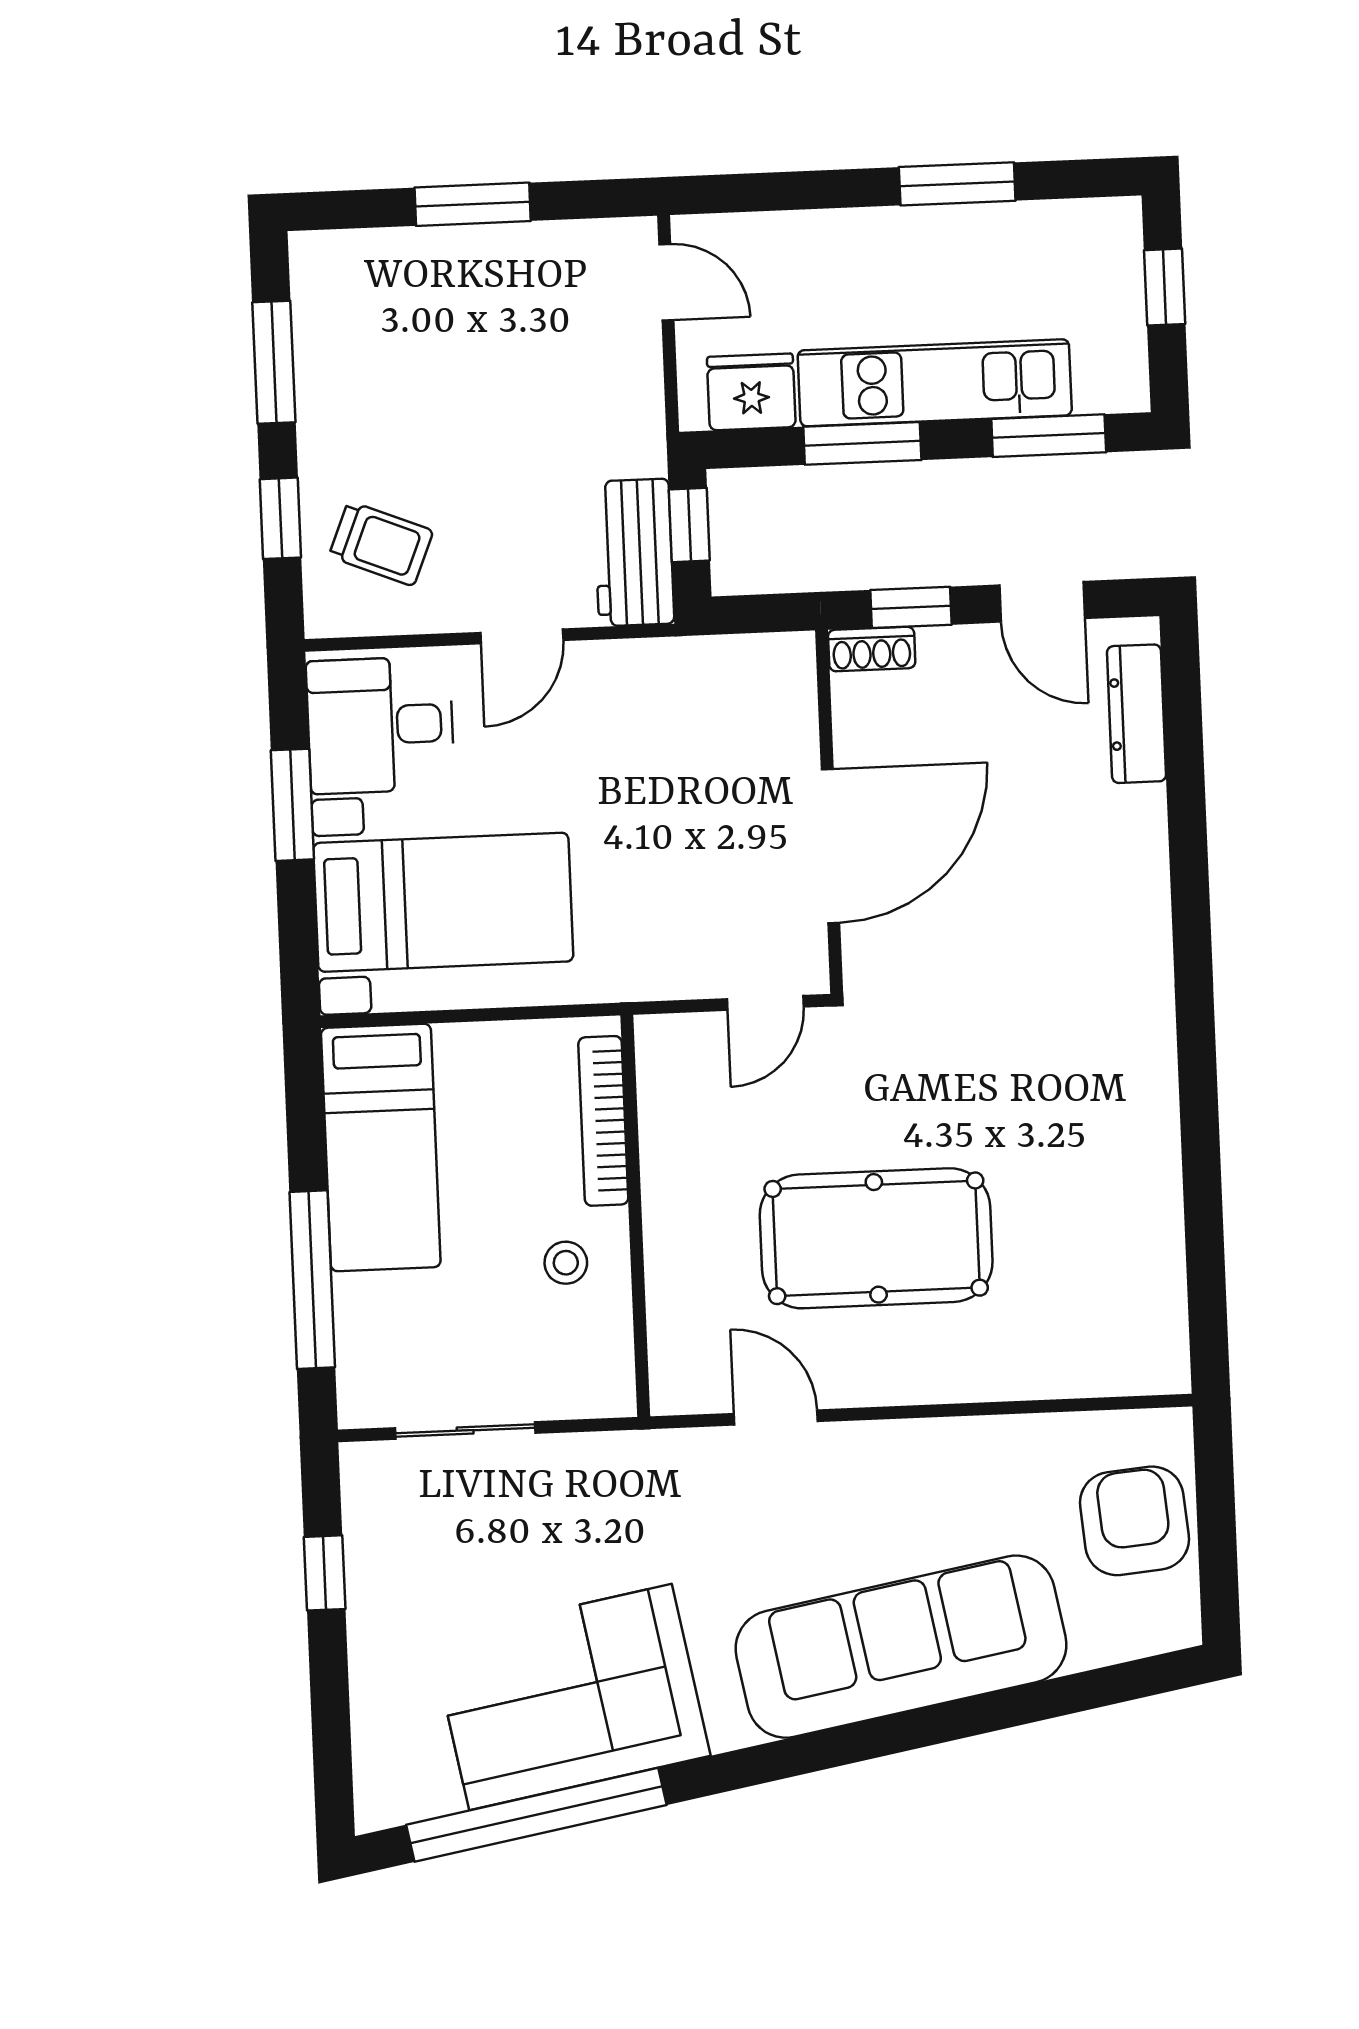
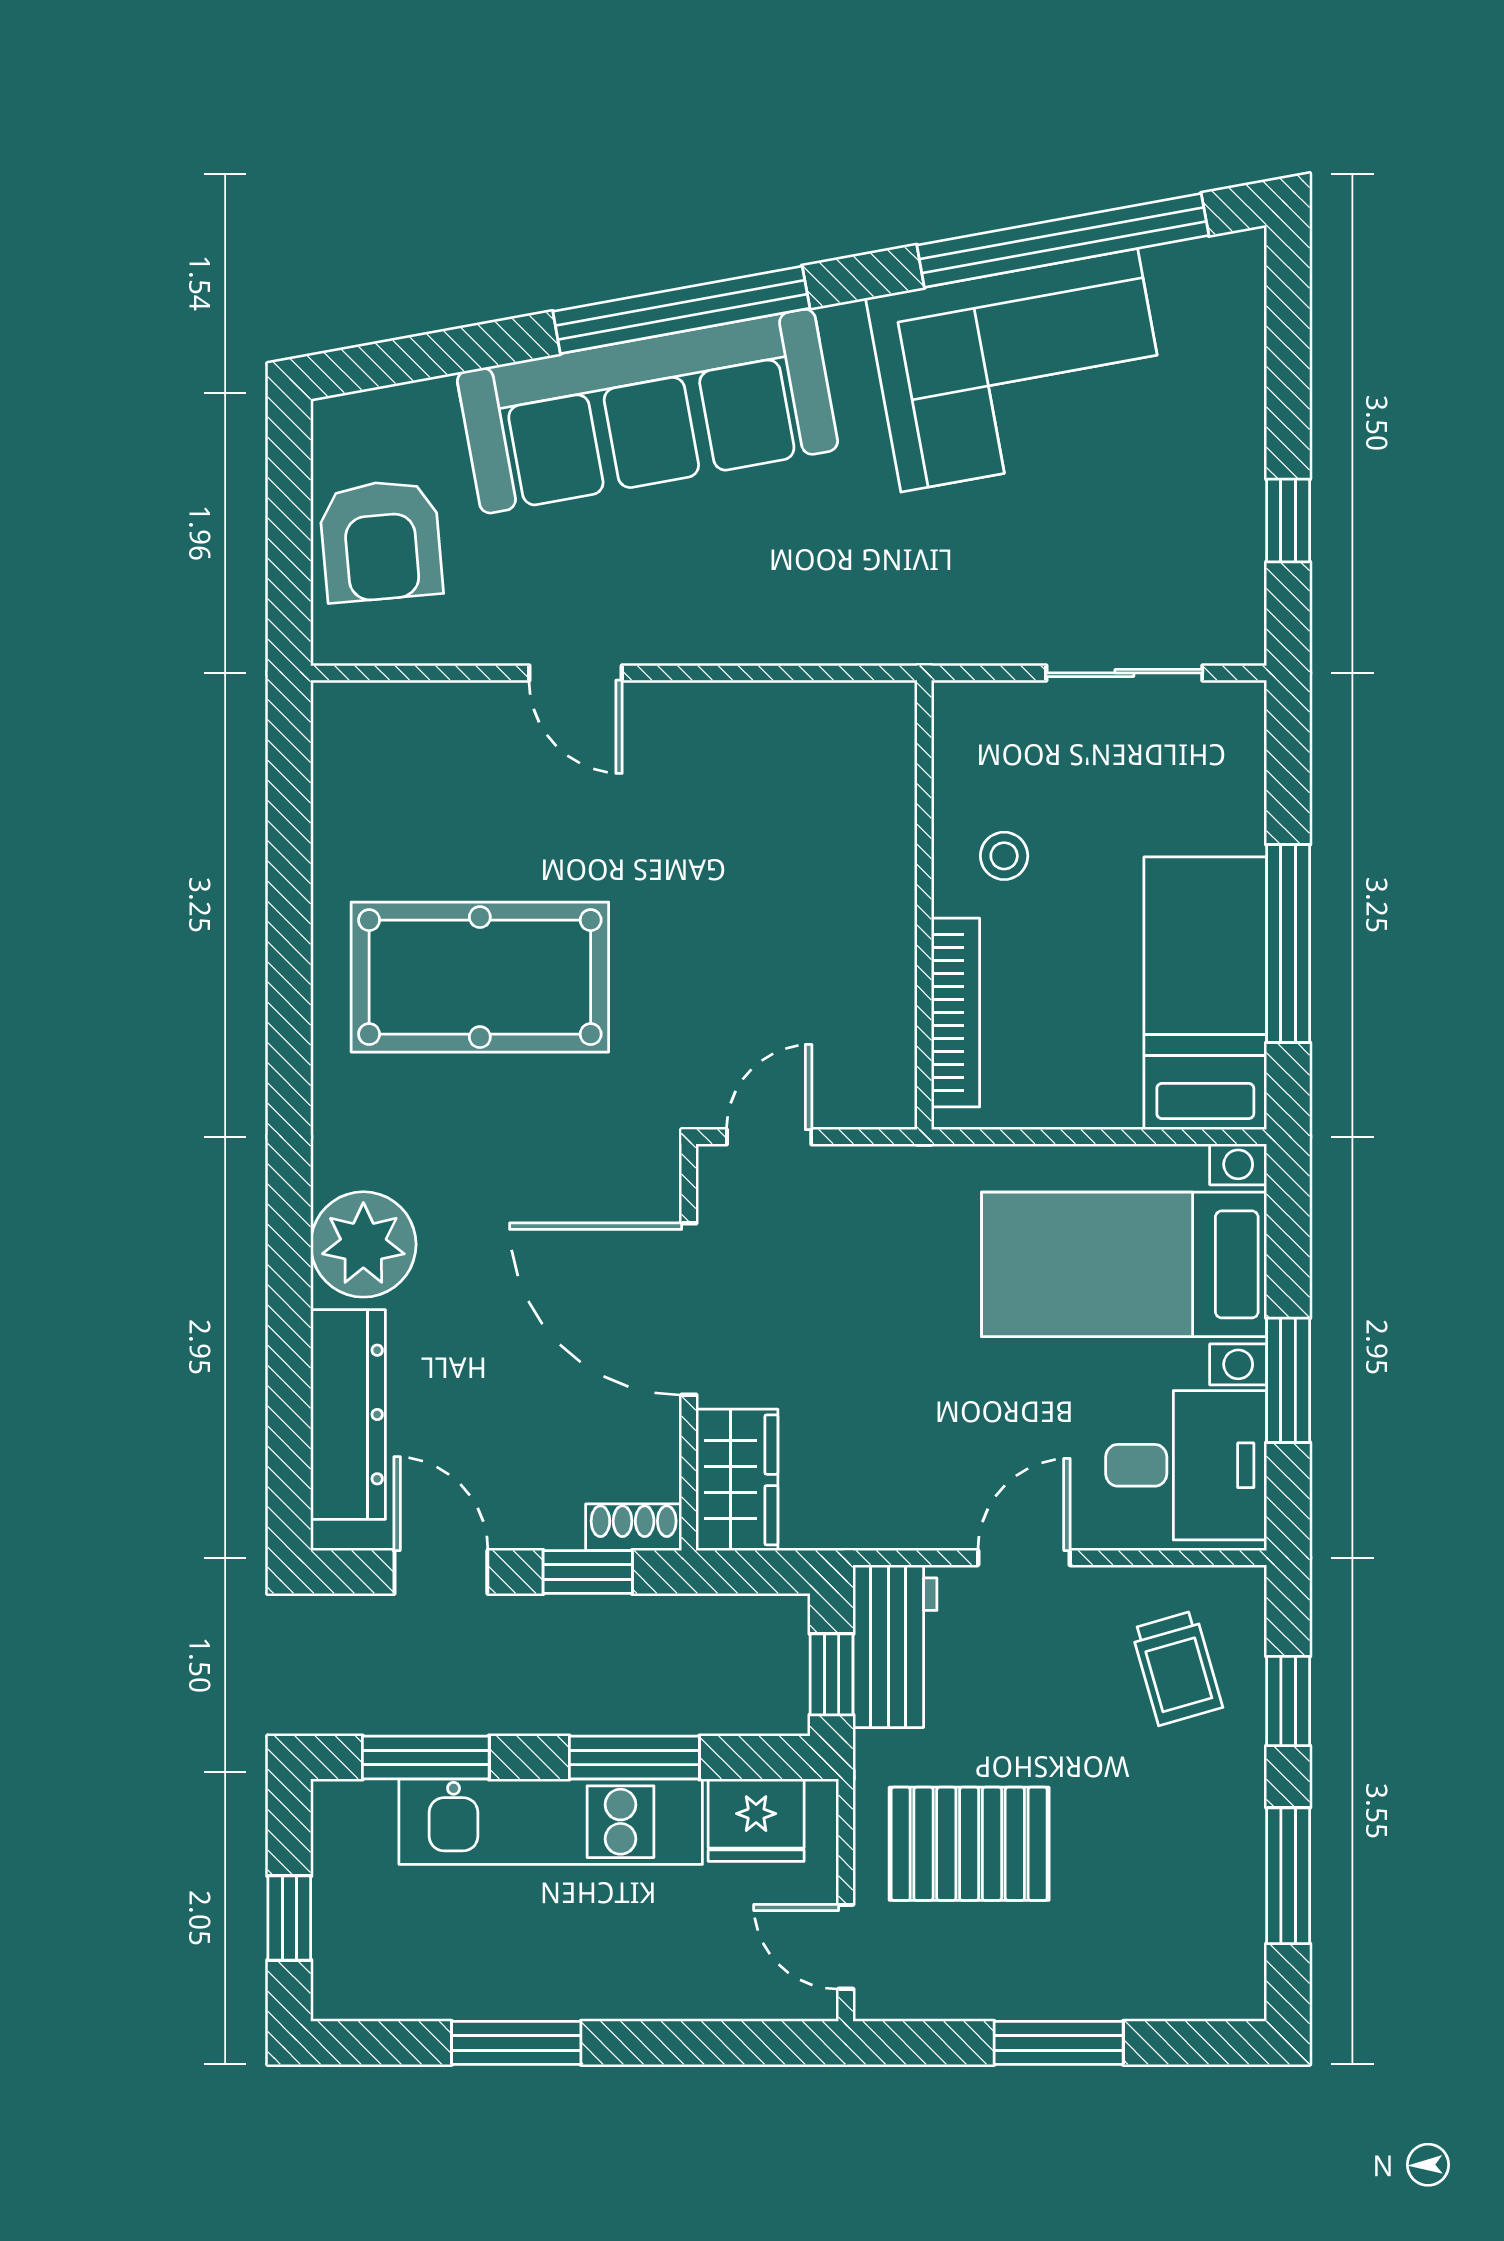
pallet: (560, 379) -> (969, 1844), added
trolley: (381, 544) -> (1177, 1668), turned -128
wardrobe: (781, 695) -> (737, 1480), added
dresser: (1136, 714) -> (348, 1414), width x1.37, depth x1.24
door: (831, 846) -> (689, 1309), hinge flipped
plant: (1124, 892) -> (363, 1244), added
pool table: (876, 1238) -> (480, 977), moved
window: (312, 1280) -> (1288, 944), moved
door: (776, 1418) -> (576, 673), moved
window: (875, 1738) -> (681, 310), added

